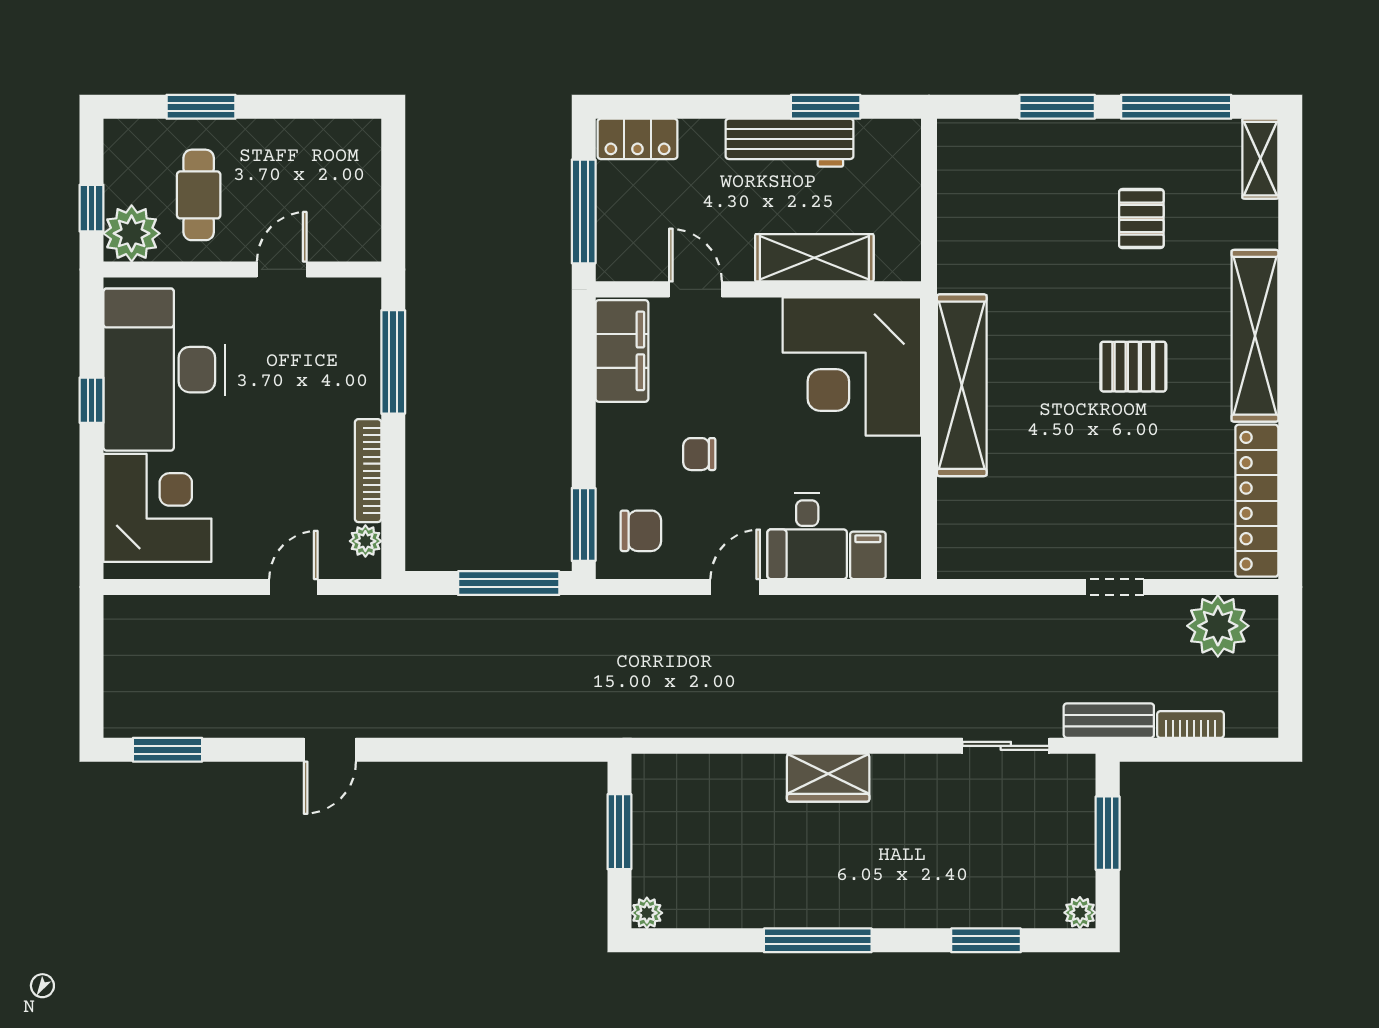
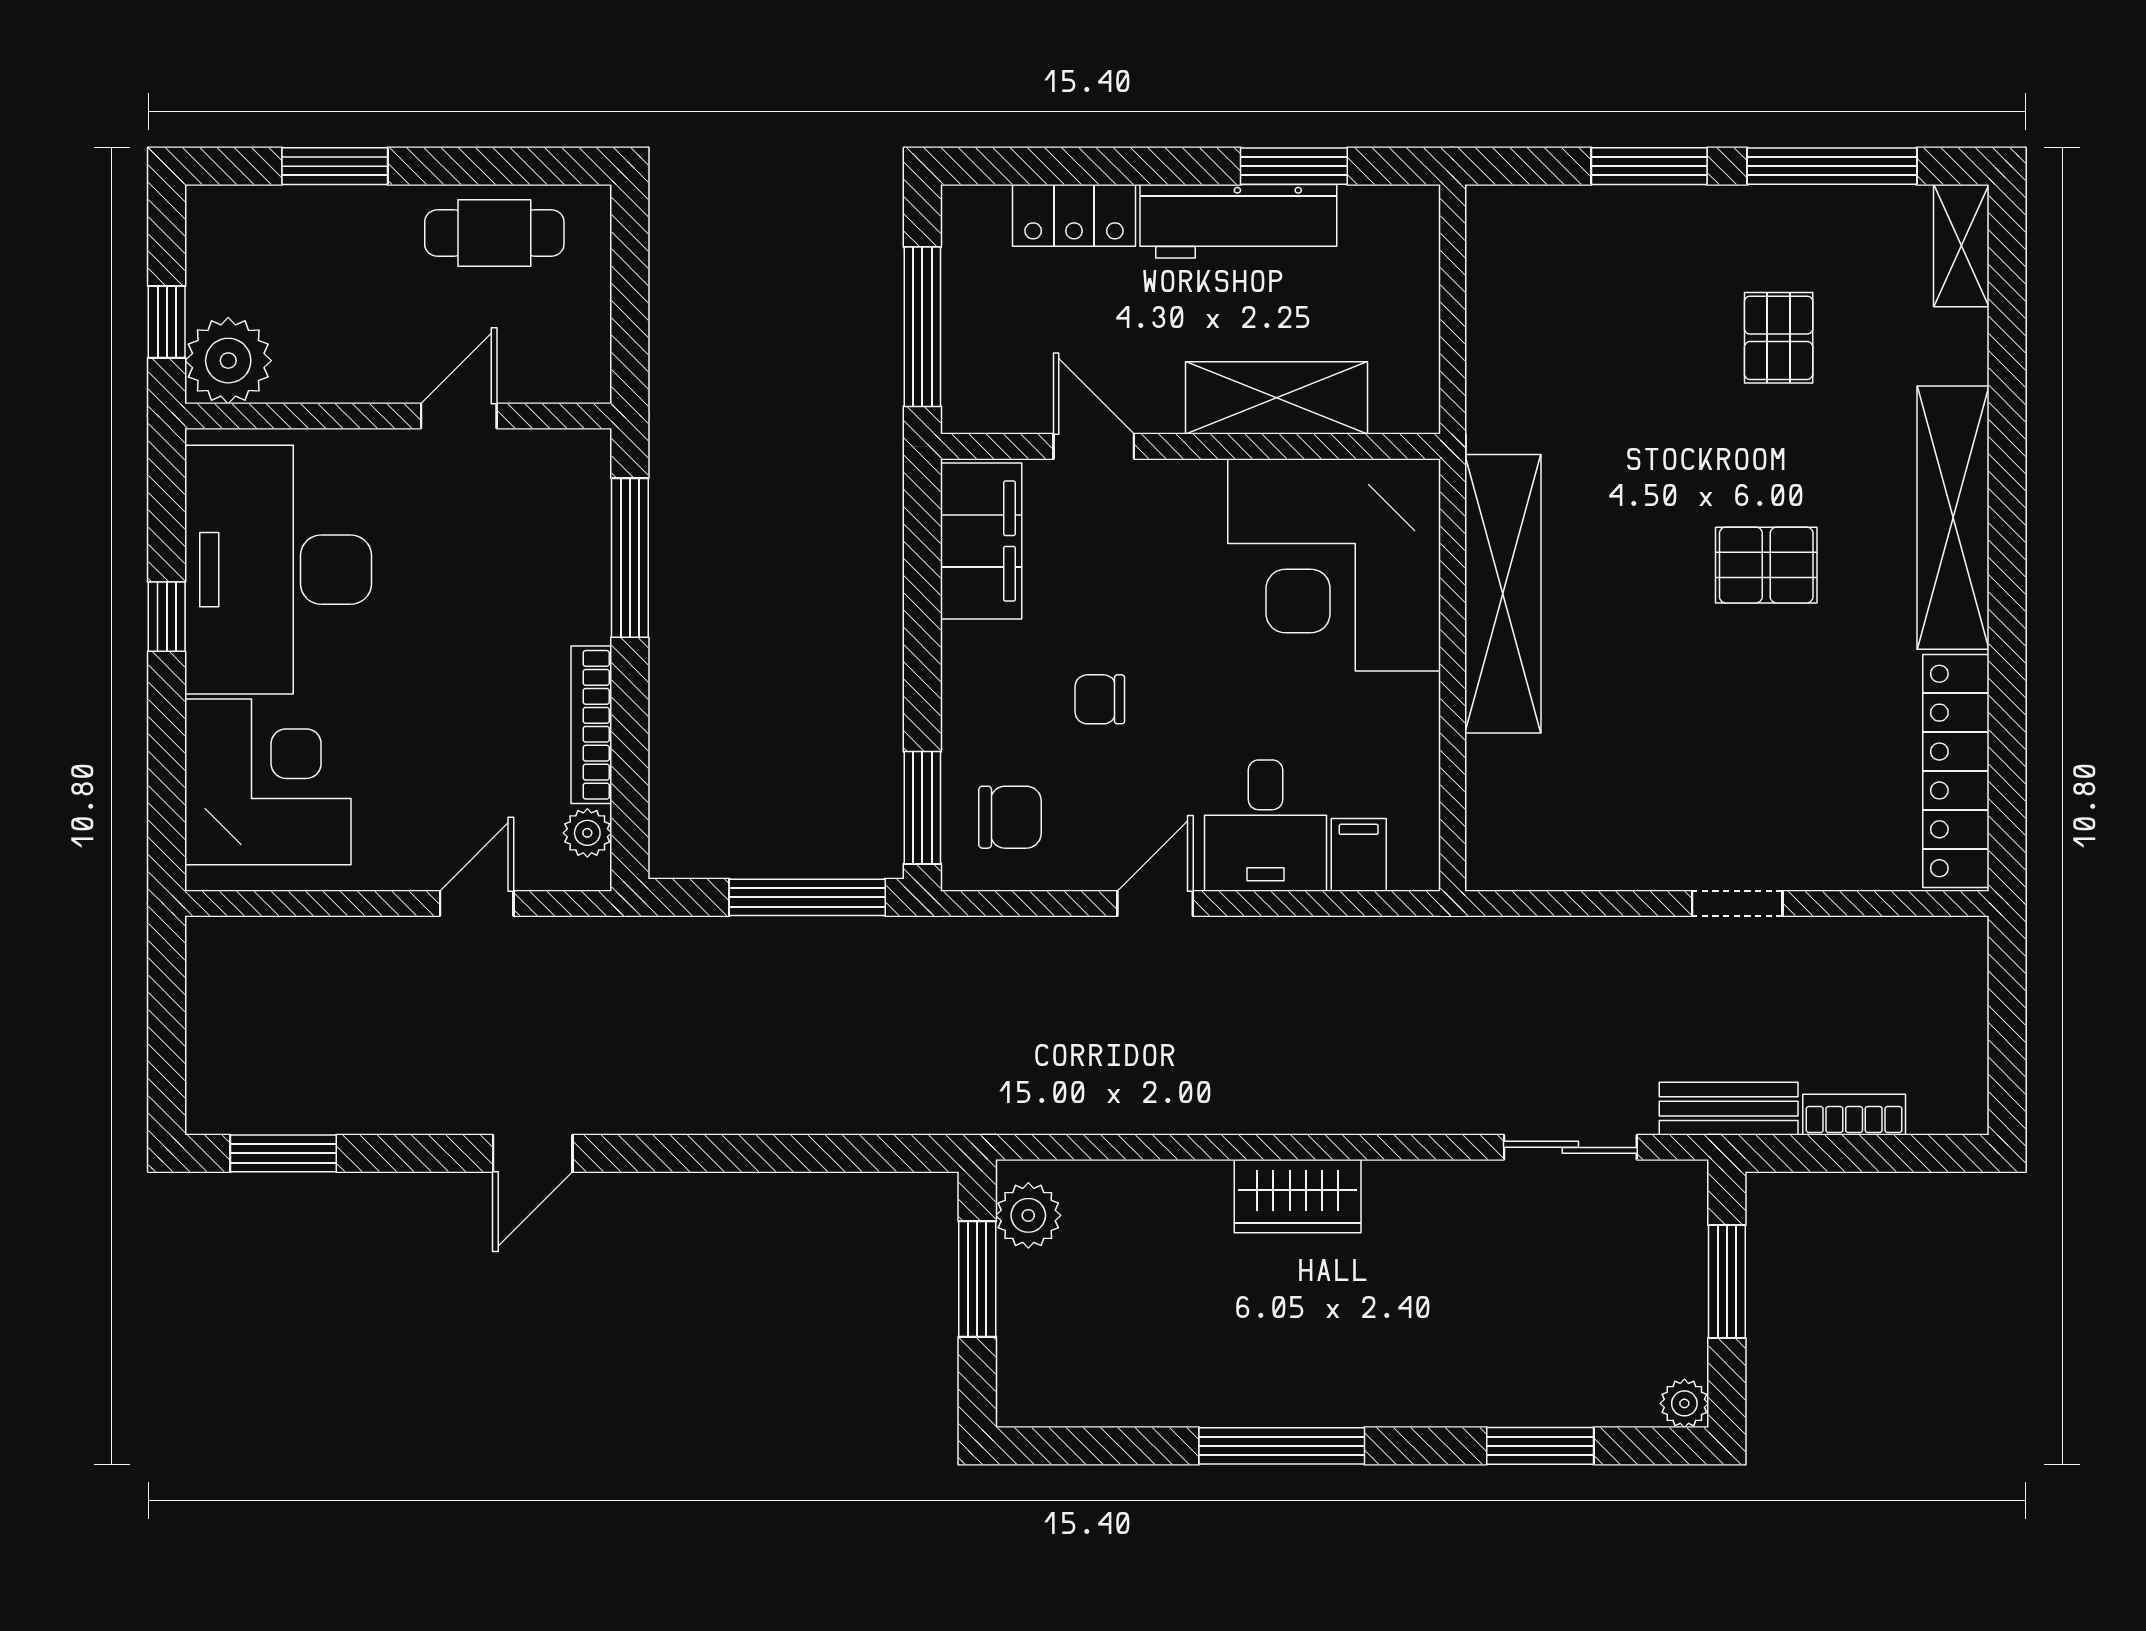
locker: (637, 139) -> (1074, 215), moved
cafe table: (199, 195) -> (494, 233), moved, turned 90
plant: (1218, 626) -> (1896, 963), removed
plant: (647, 913) -> (1028, 1215), moved, width x1.38, depth x1.38

